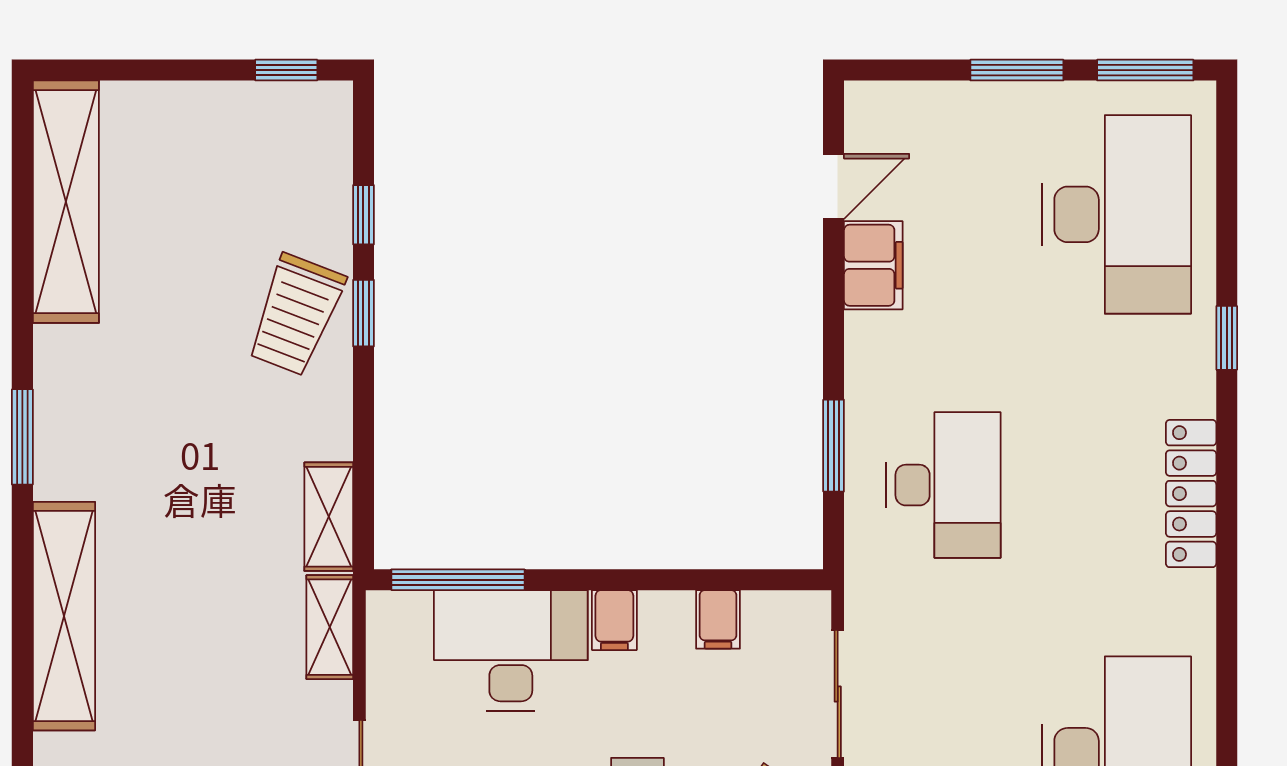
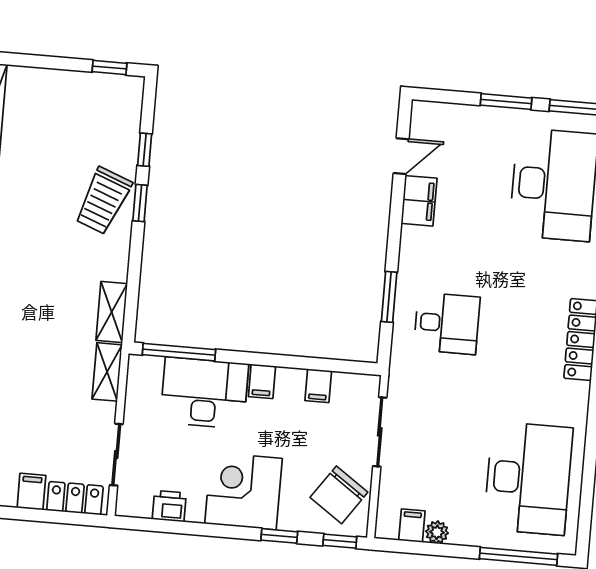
desk: (943, 485) -> (447, 323), width x0.73

